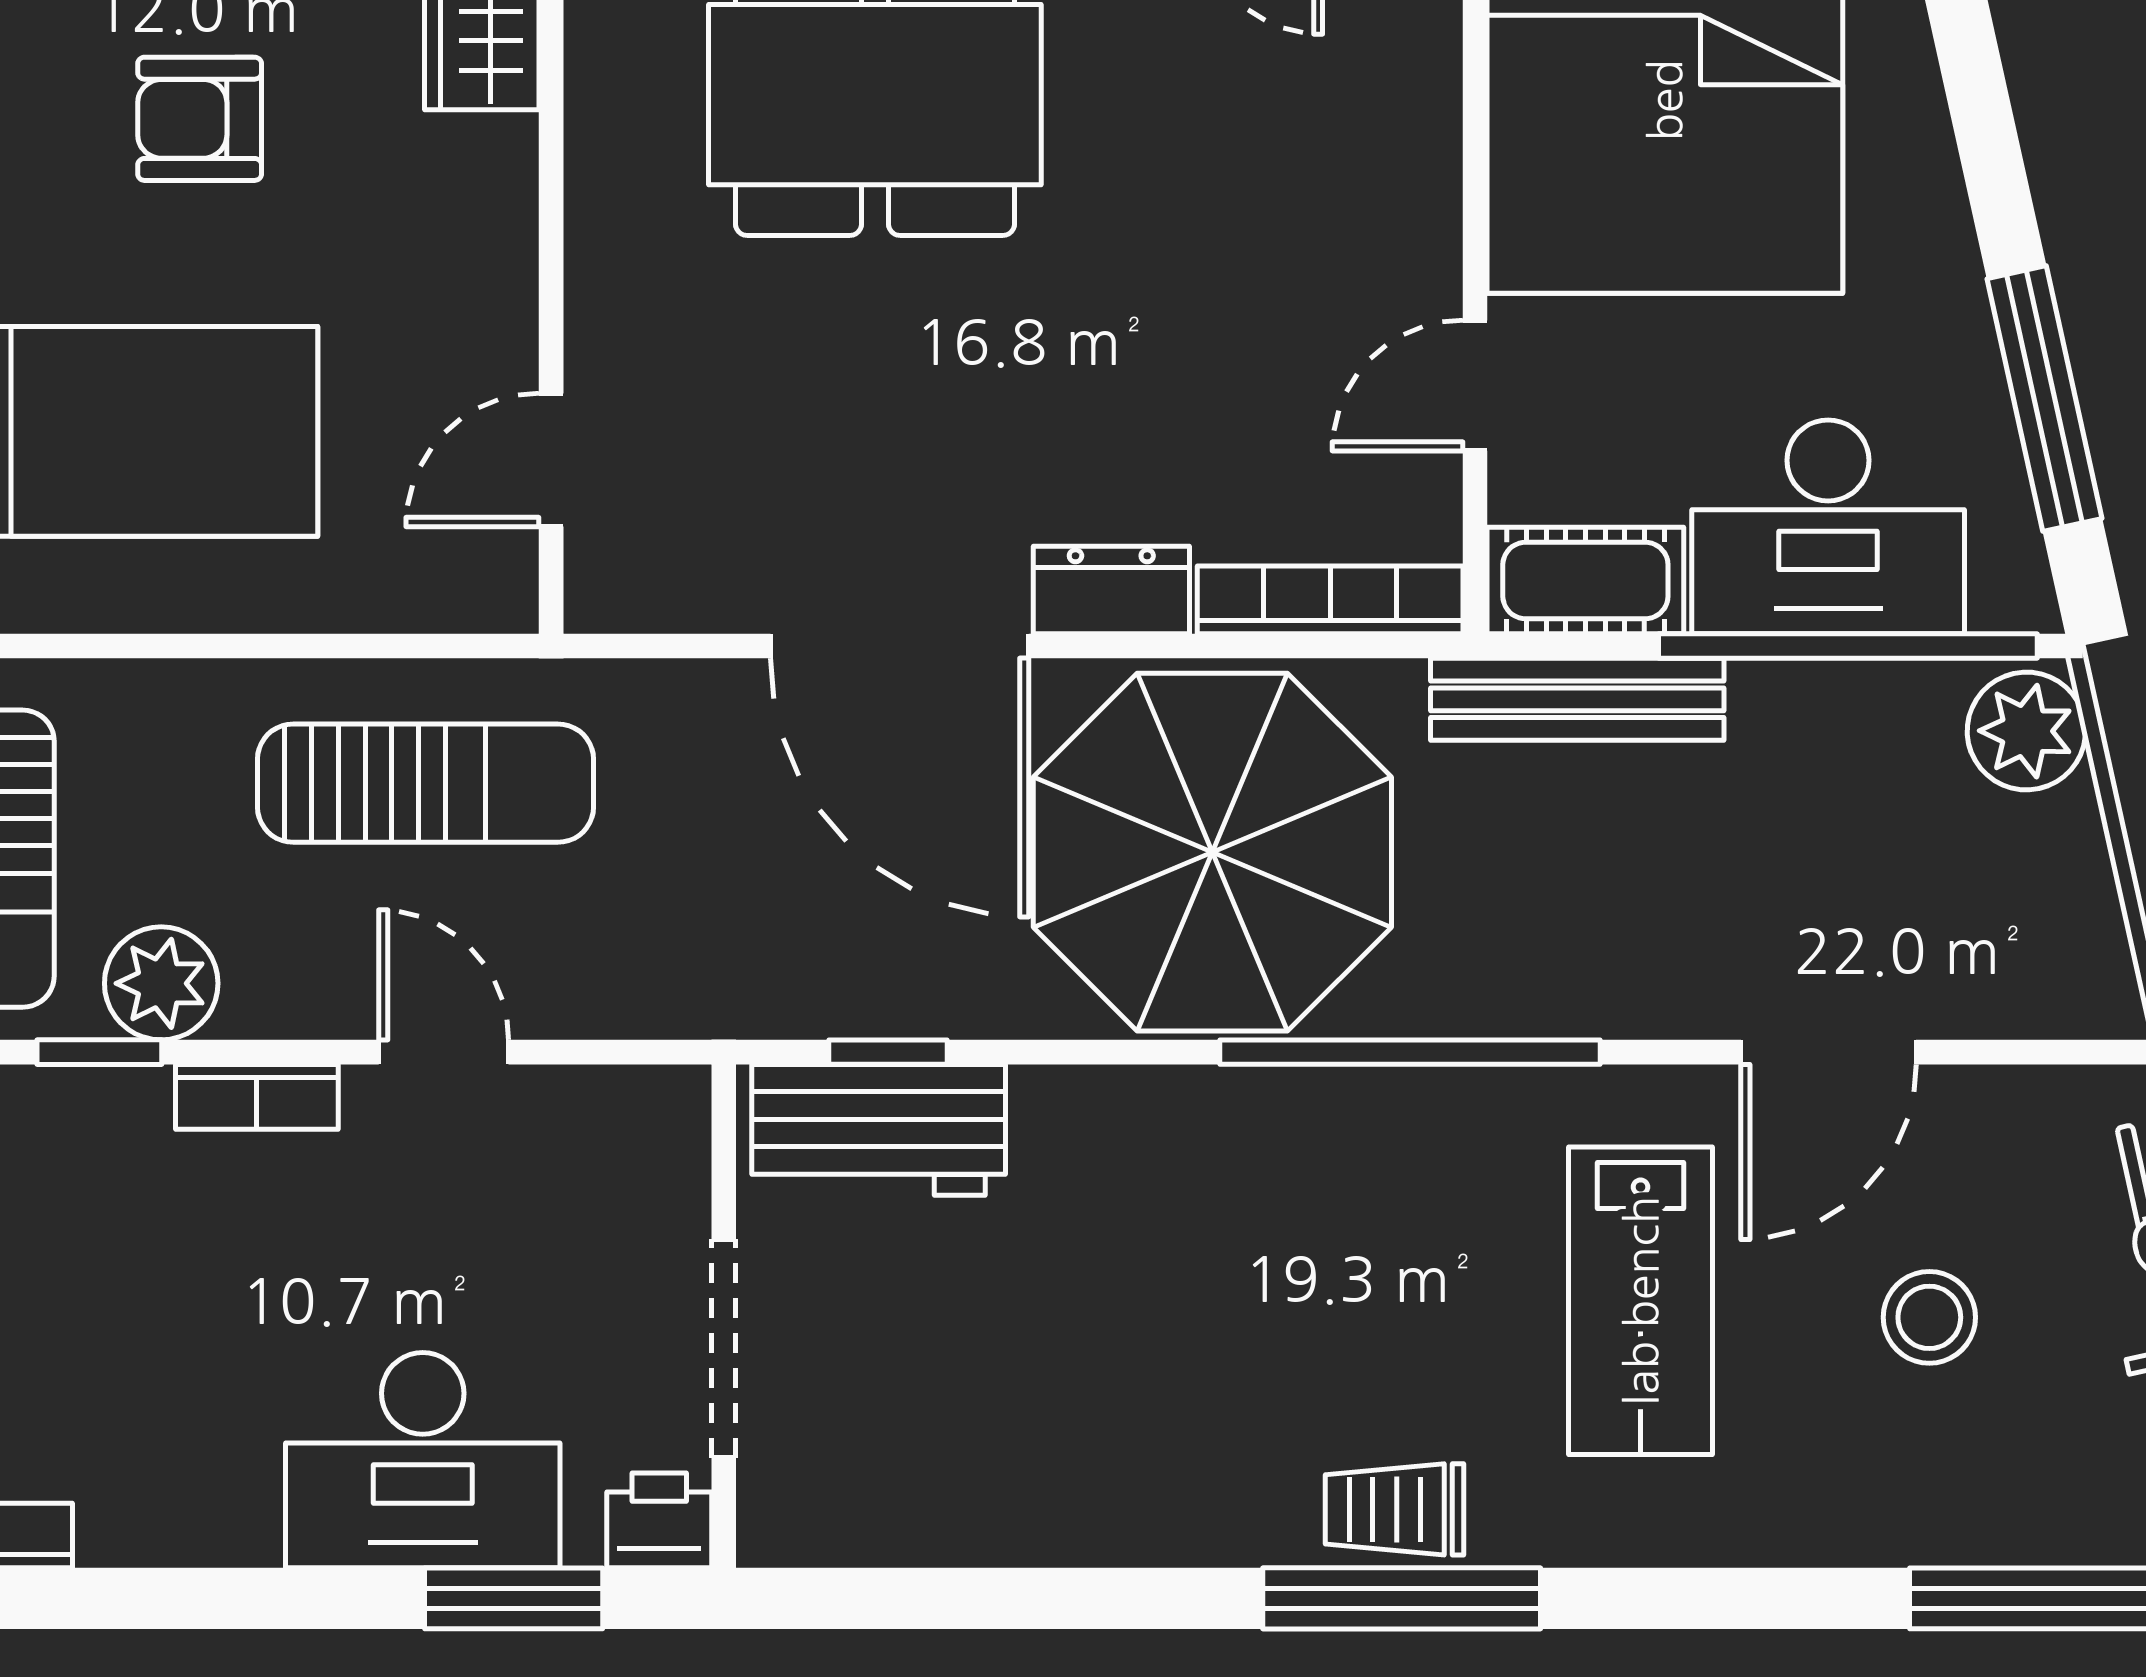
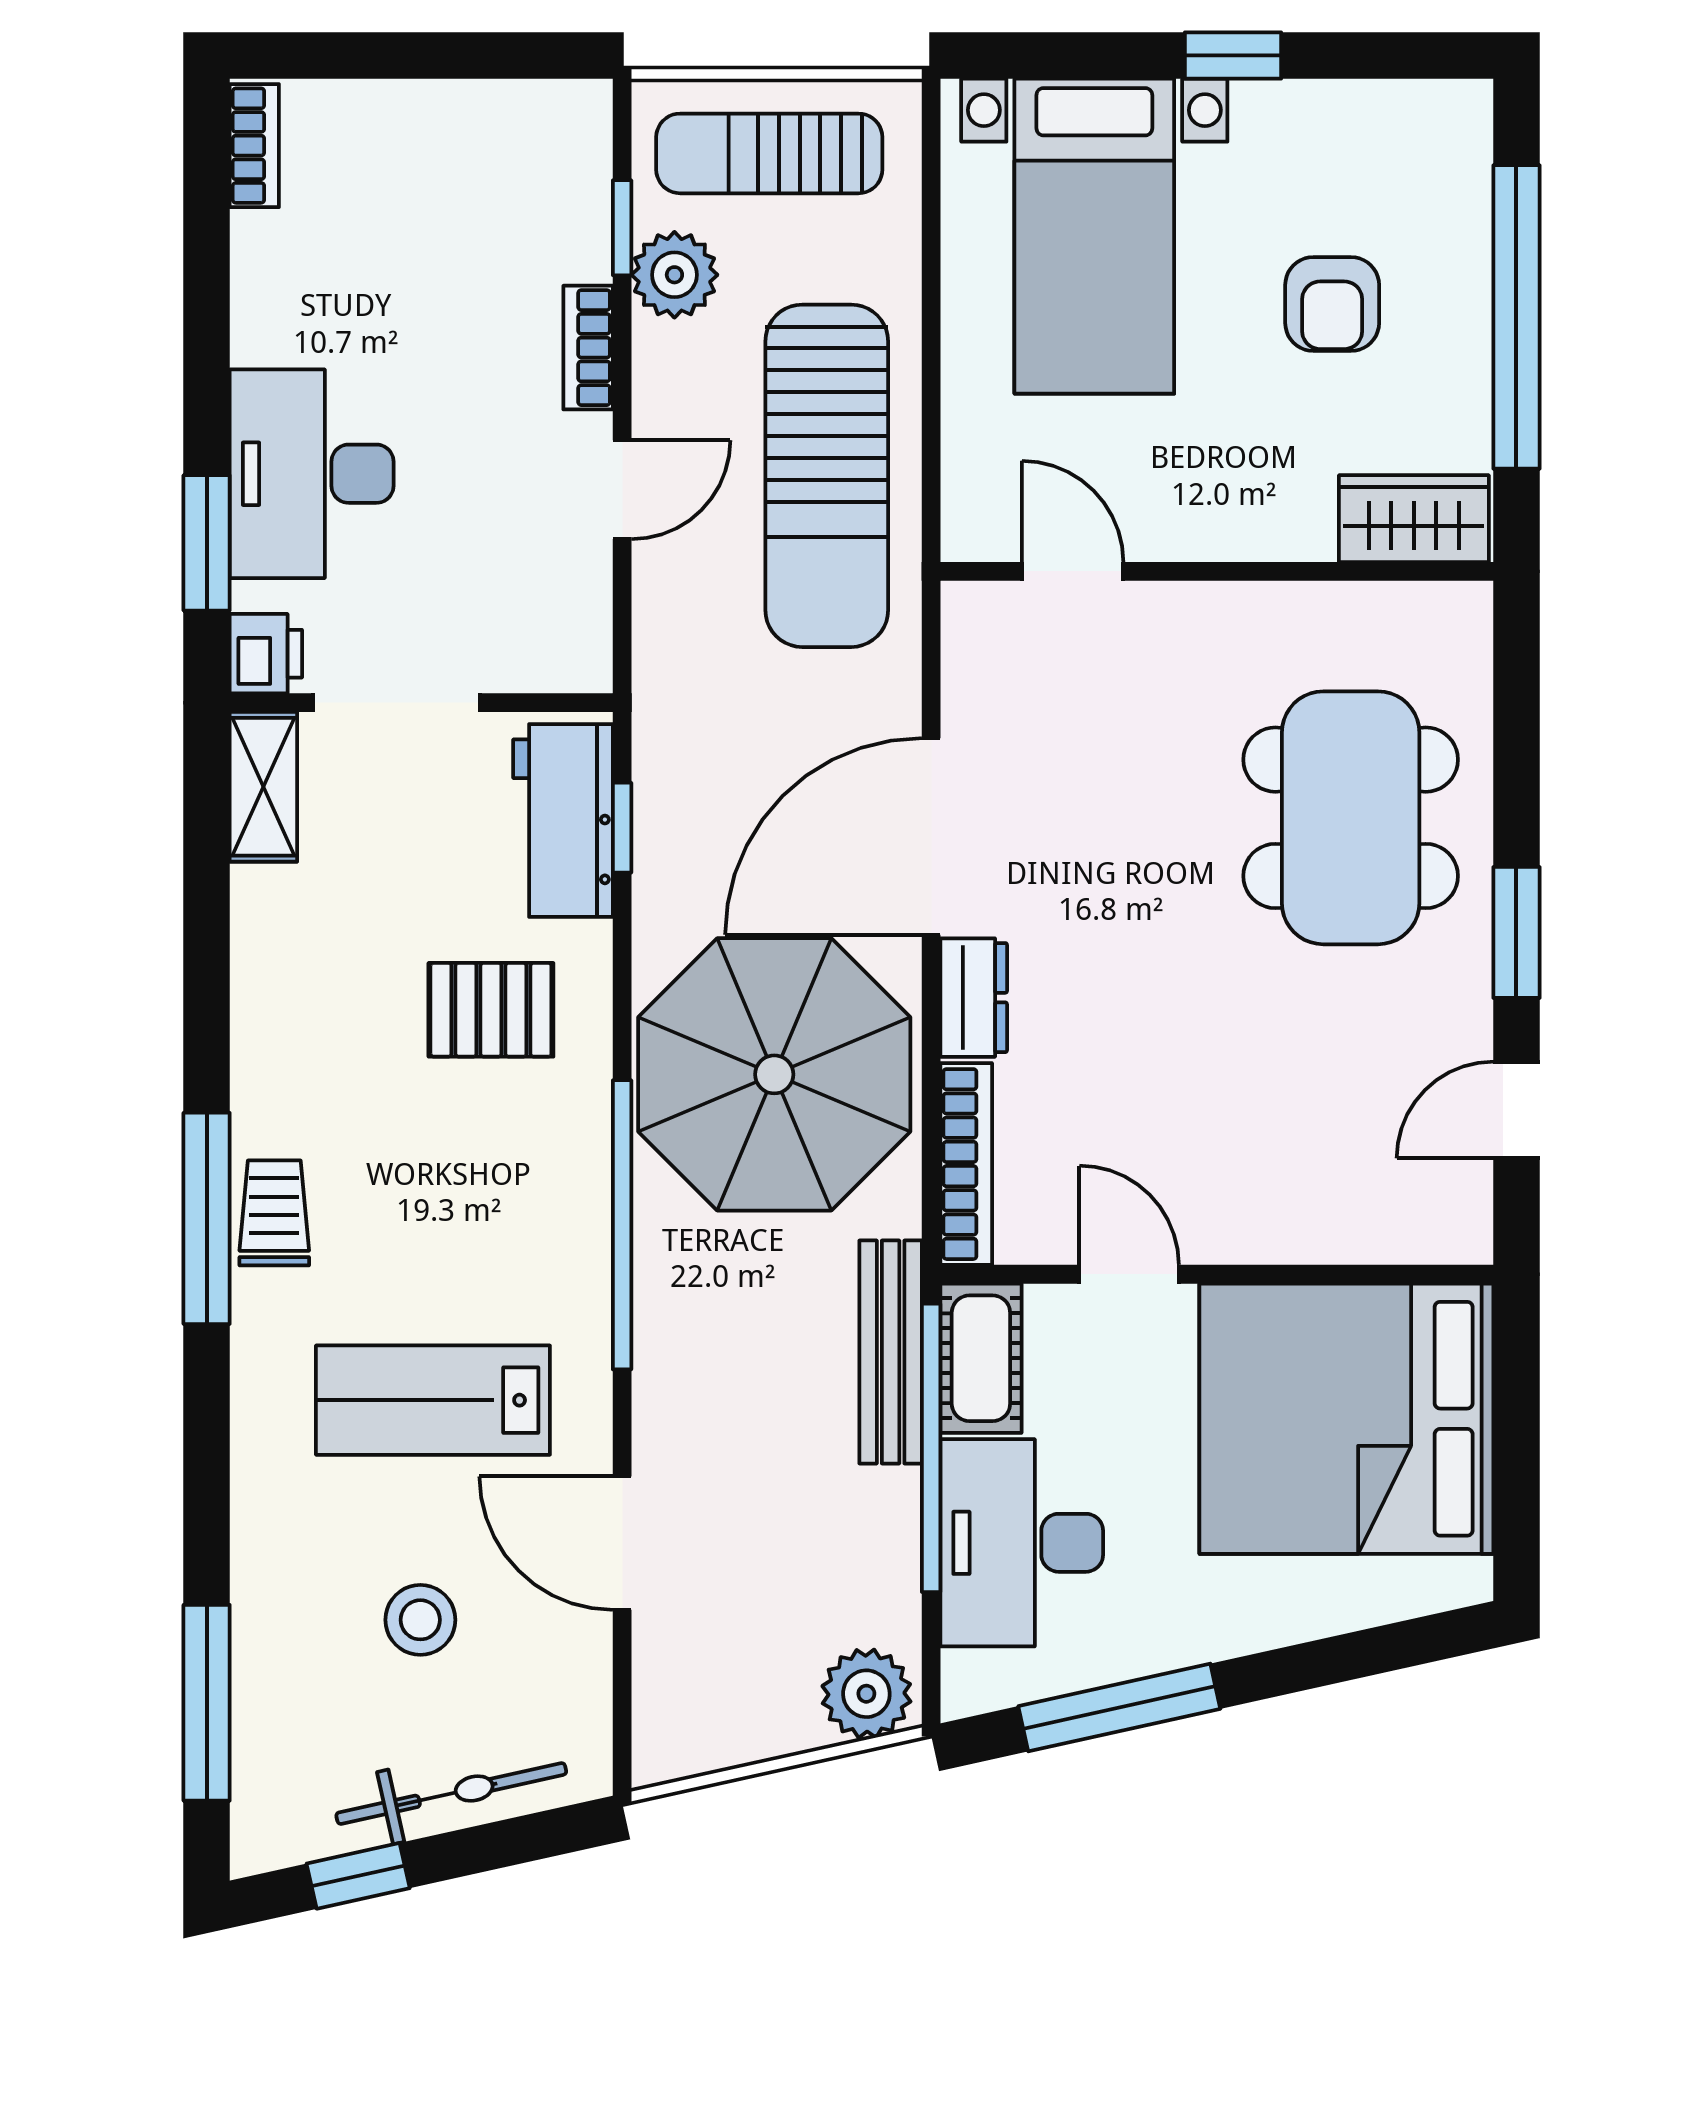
armchair: (200, 119) -> (1332, 304), turned 180
window: (1848, 646) -> (931, 1448), moved
sun lounger: (425, 783) -> (827, 476), width x1.36, depth x1.34
pallet: (1127, 1225) -> (491, 1010), added
shelving: (834, 1524) -> (263, 787), added

